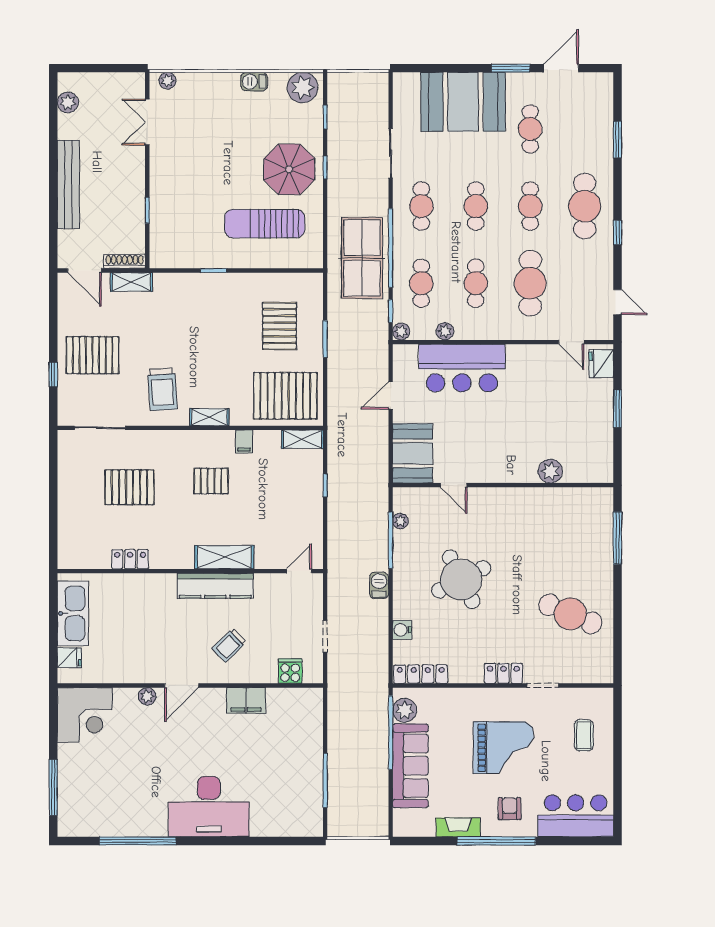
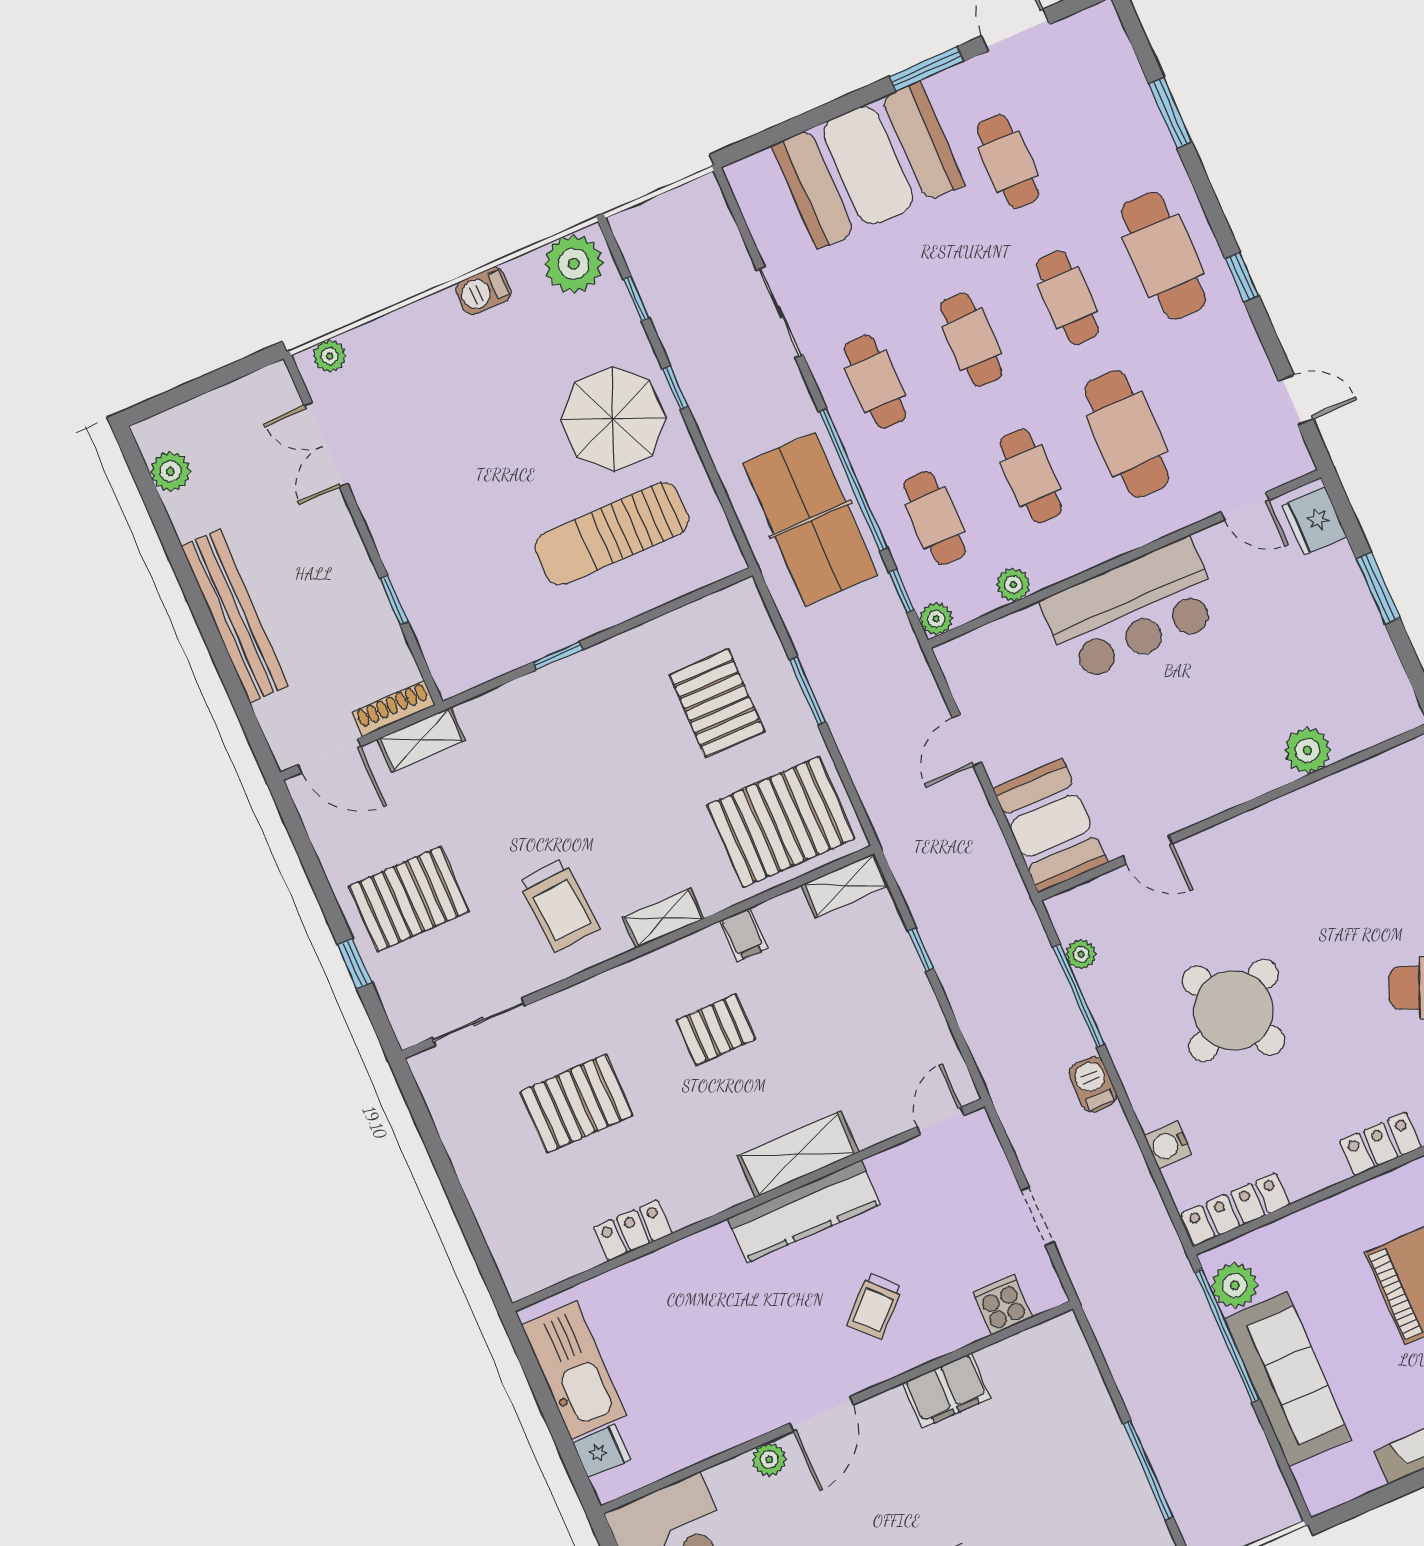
bar counter: (462, 368) -> (1132, 610), moved

